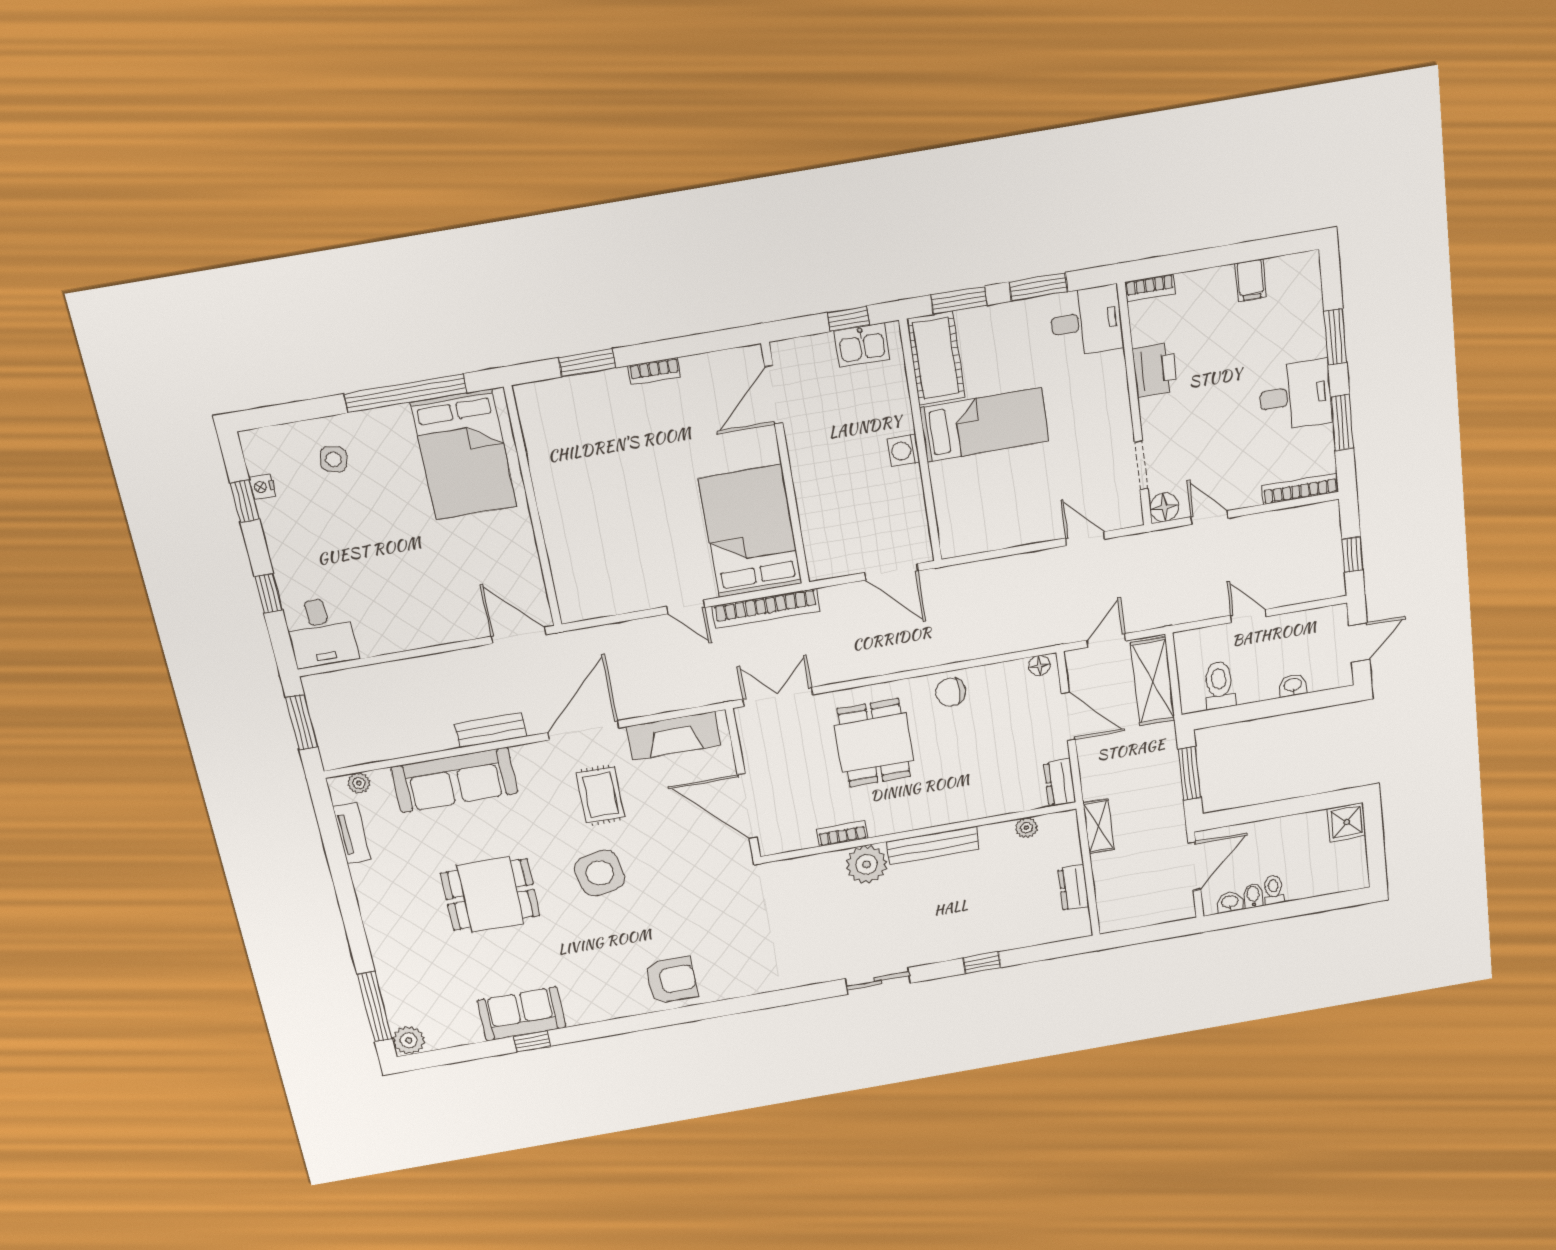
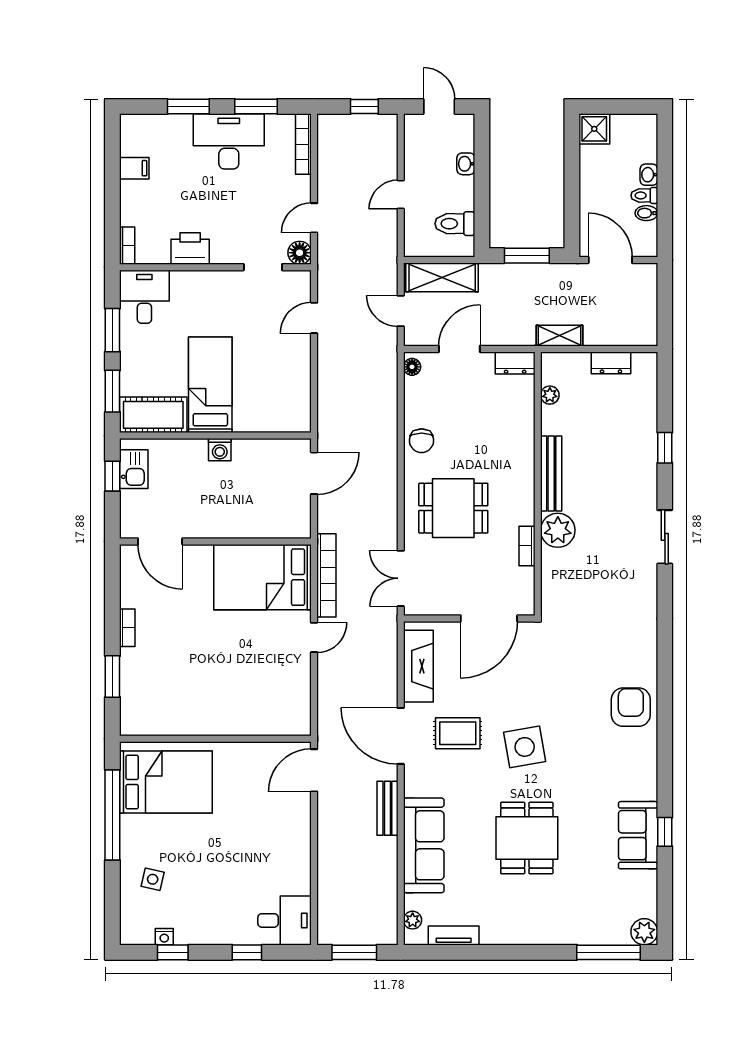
desk: (1295, 396) -> (229, 141), width x1.37
washbasin: (1230, 902) -> (649, 175), moved

